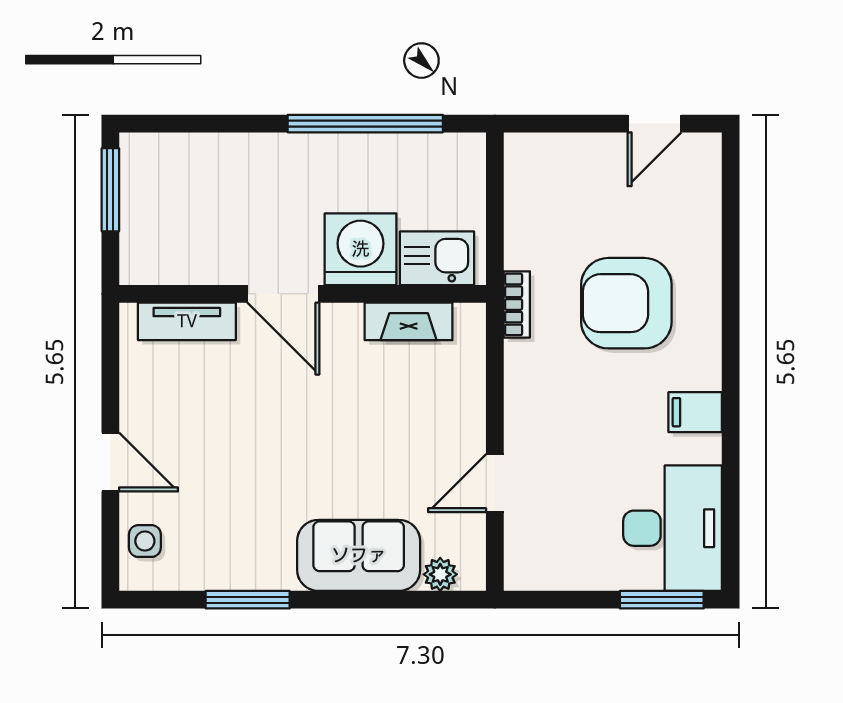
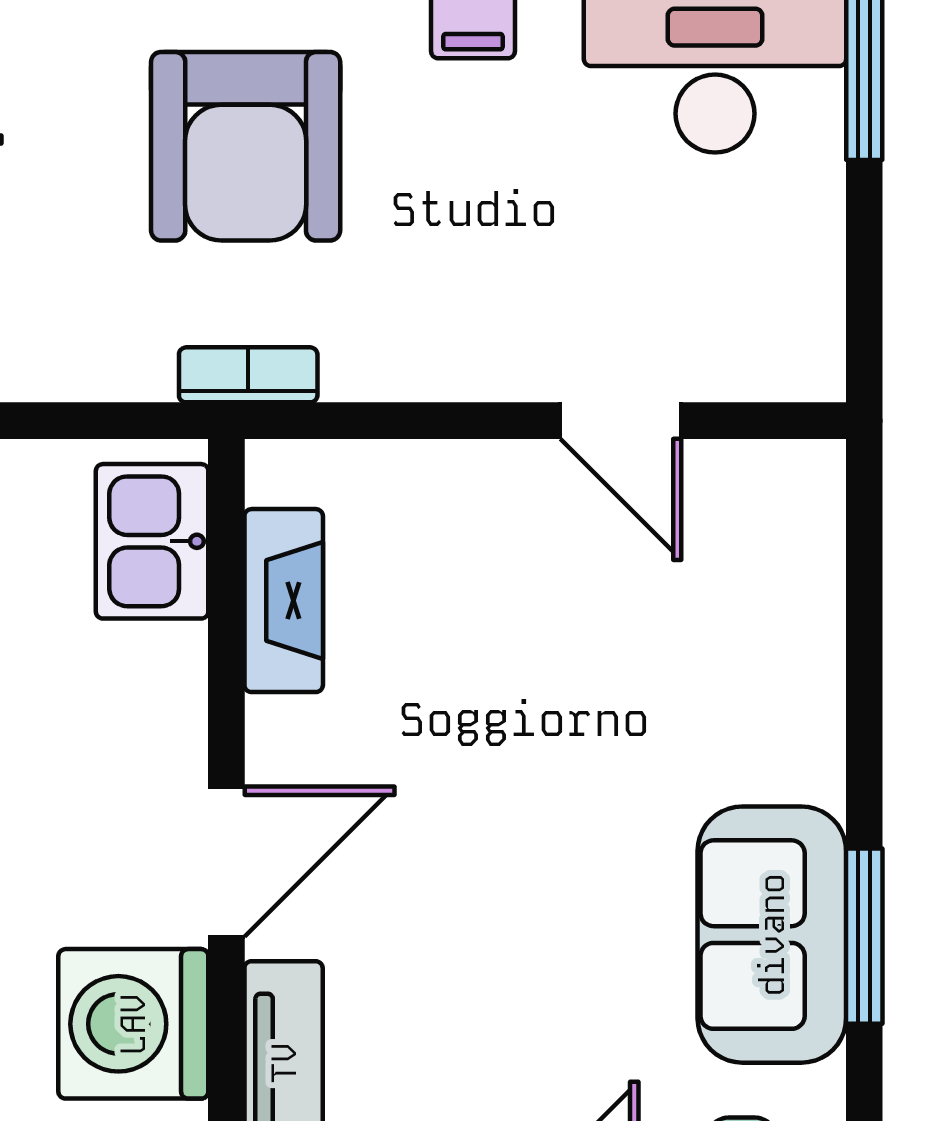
washing machine: (361, 249) -> (133, 1024), moved
sofa: (359, 555) -> (772, 935), moved
plant: (440, 574) -> (811, 534), removed

